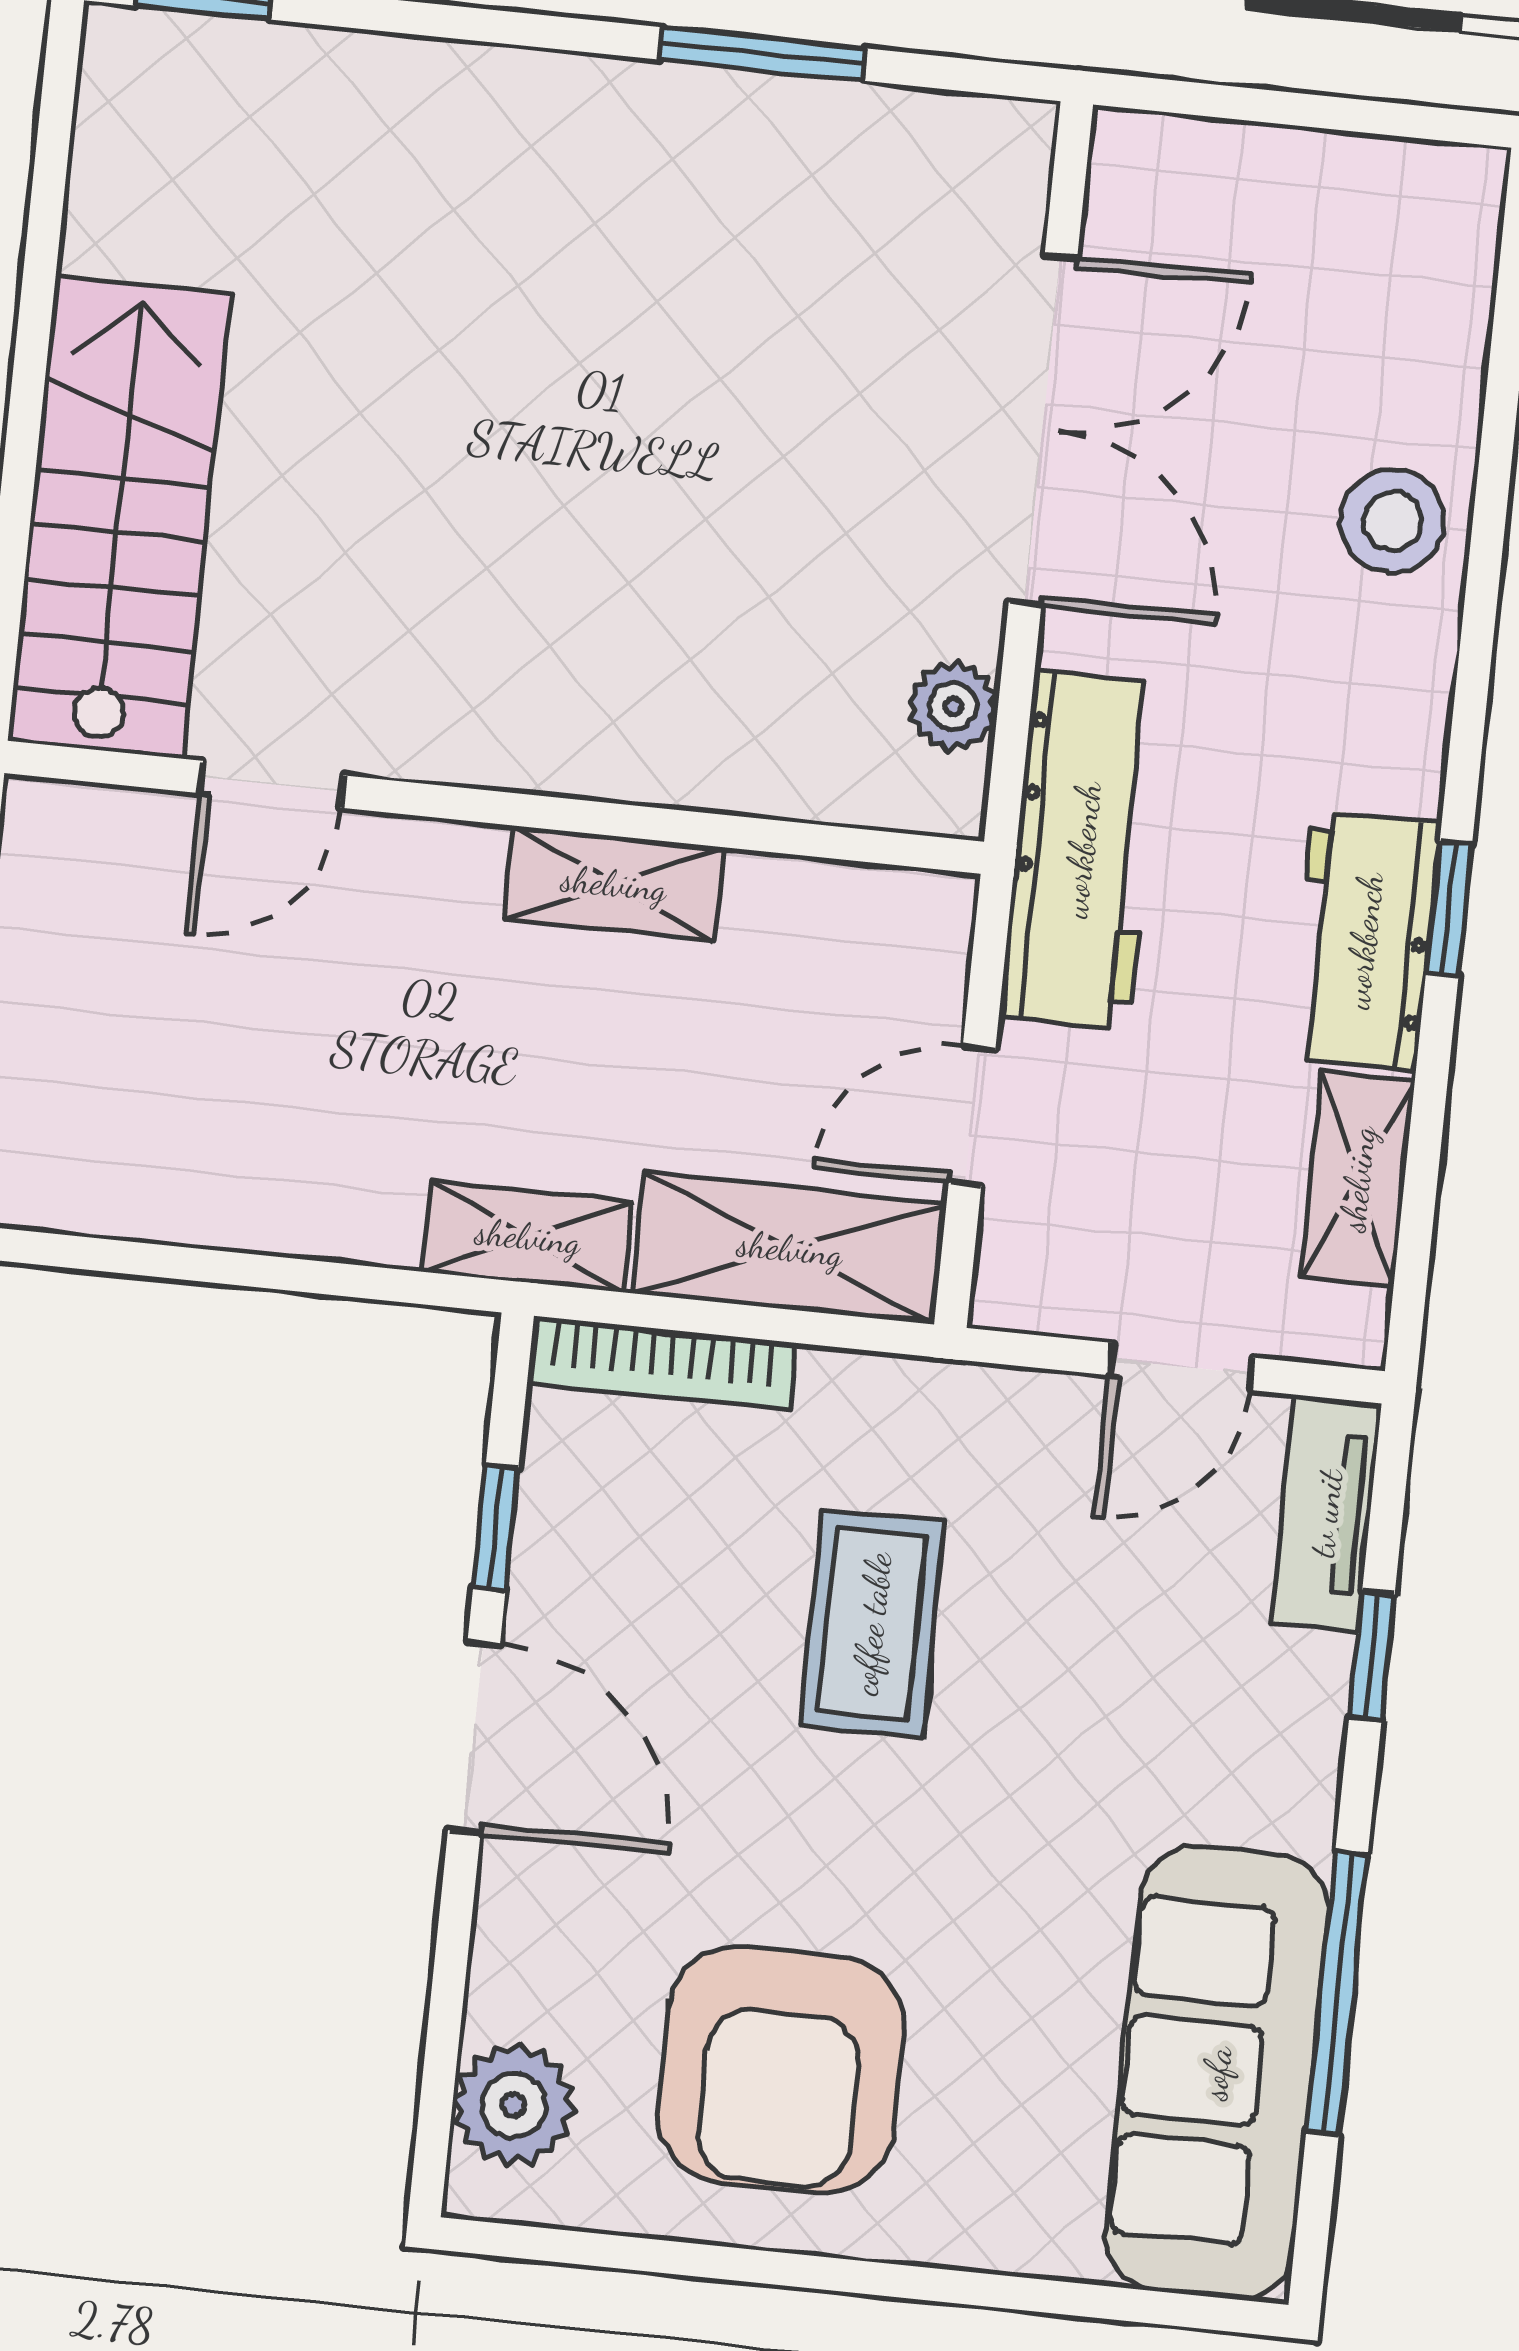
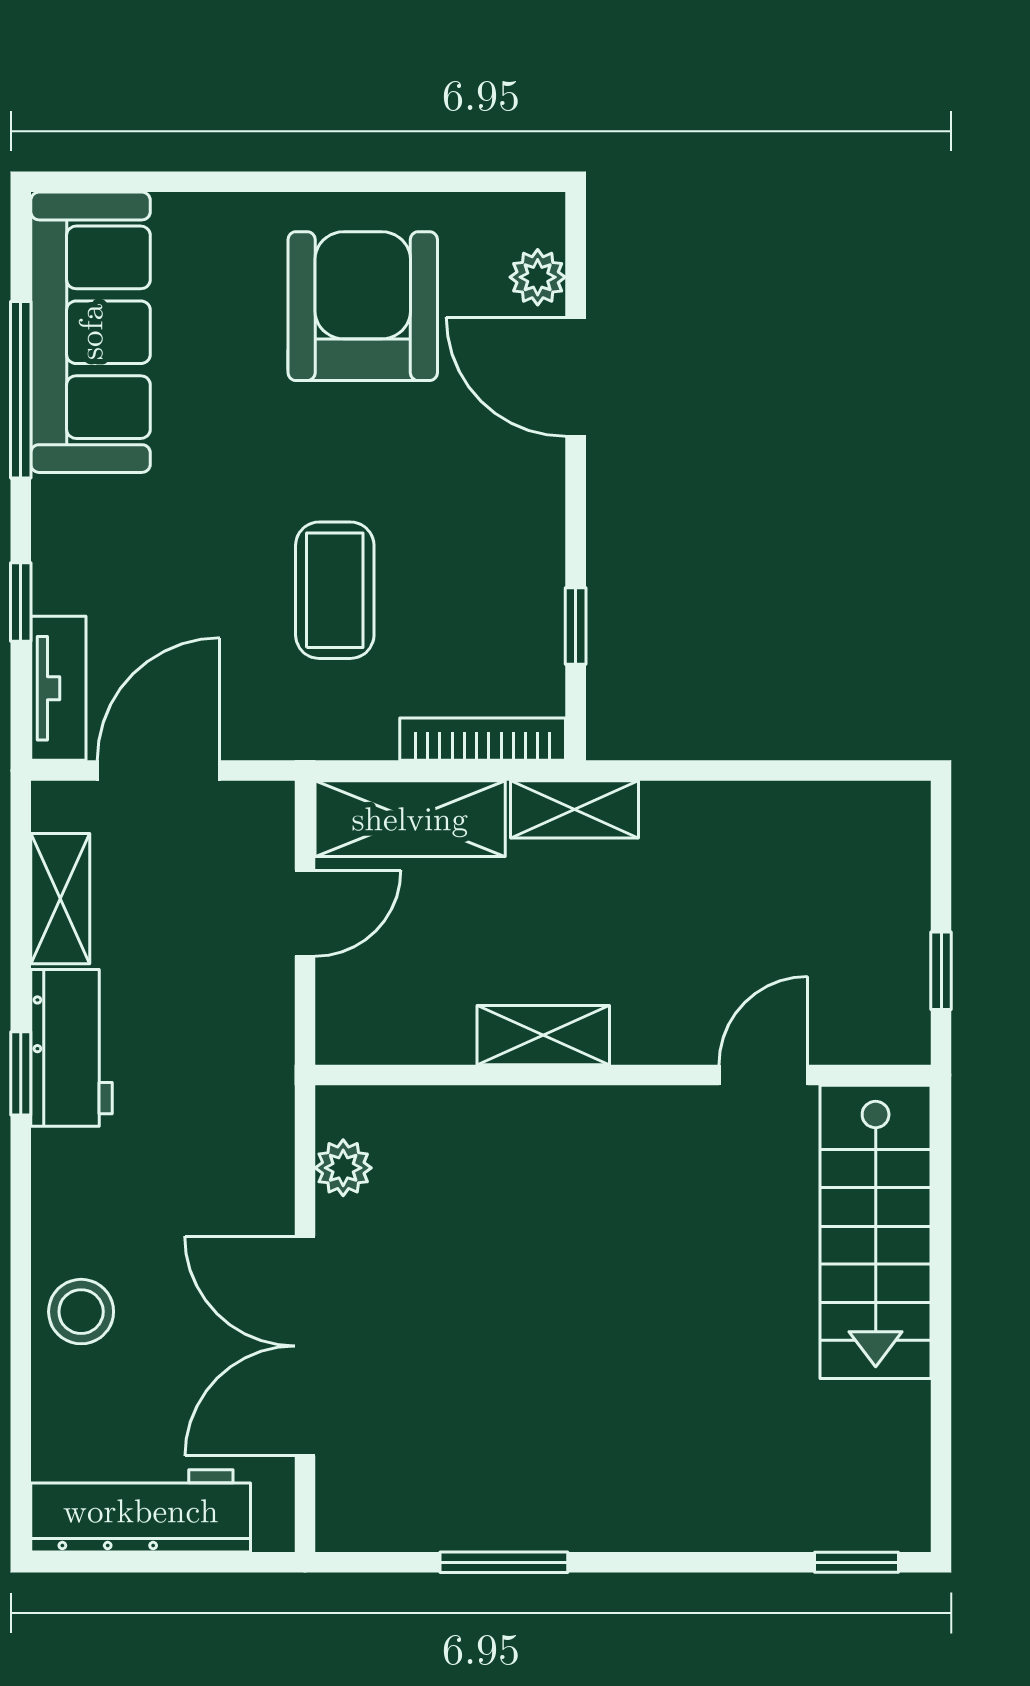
workbench: (1082, 850) -> (141, 1511), moved, turned 90
door: (1181, 1366) -> (159, 771), width x1.38
door: (474, 1737) -> (576, 377), moved
plant: (514, 2105) -> (538, 277), width x0.73, depth x0.73

